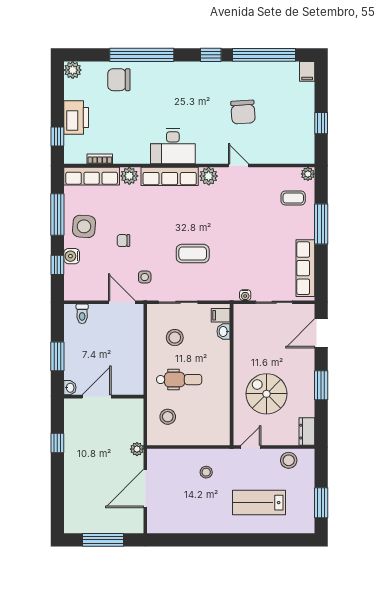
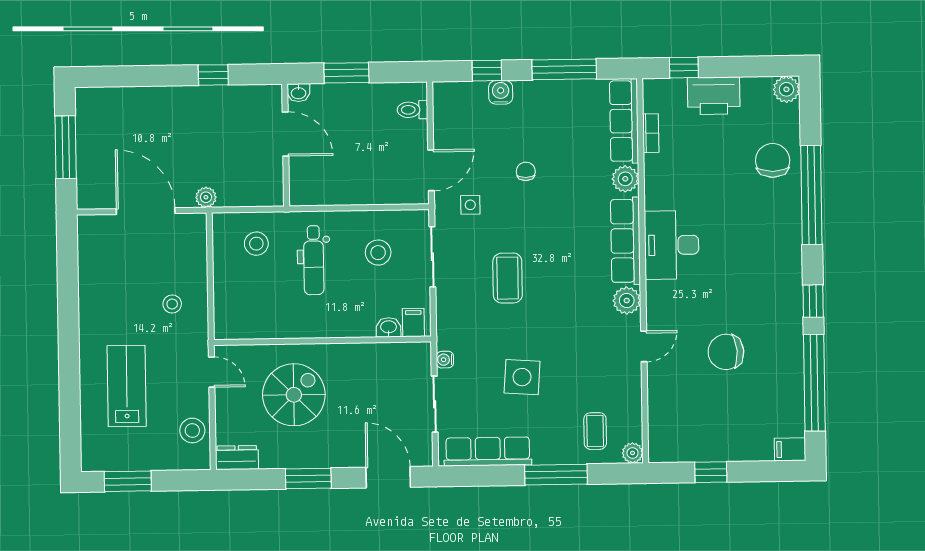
side table: (84, 226) -> (522, 377), moved

